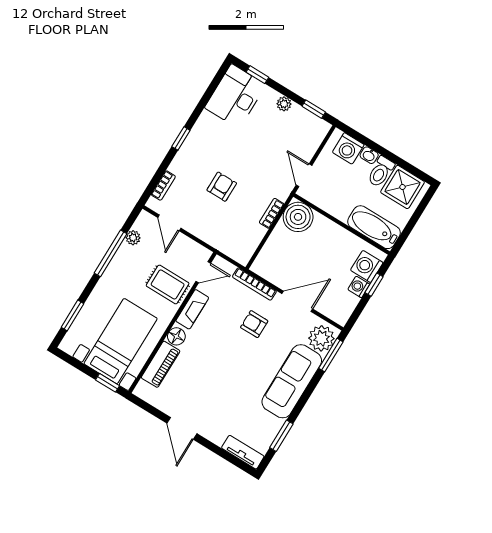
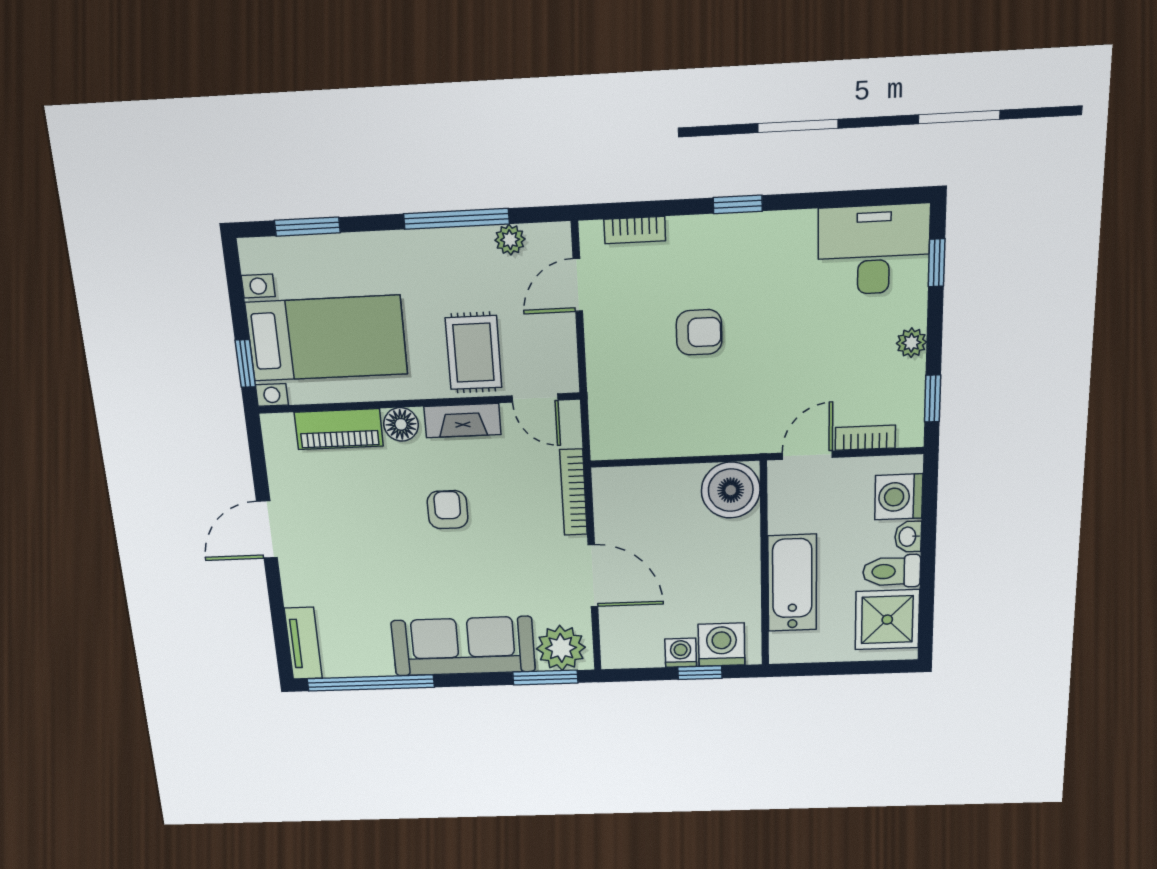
bookcase: (272, 213) -> (865, 438), moved
bathtub: (374, 227) -> (792, 583), moved
armchair: (254, 324) -> (448, 510), moved
window: (281, 436) -> (371, 683), width x2.11

